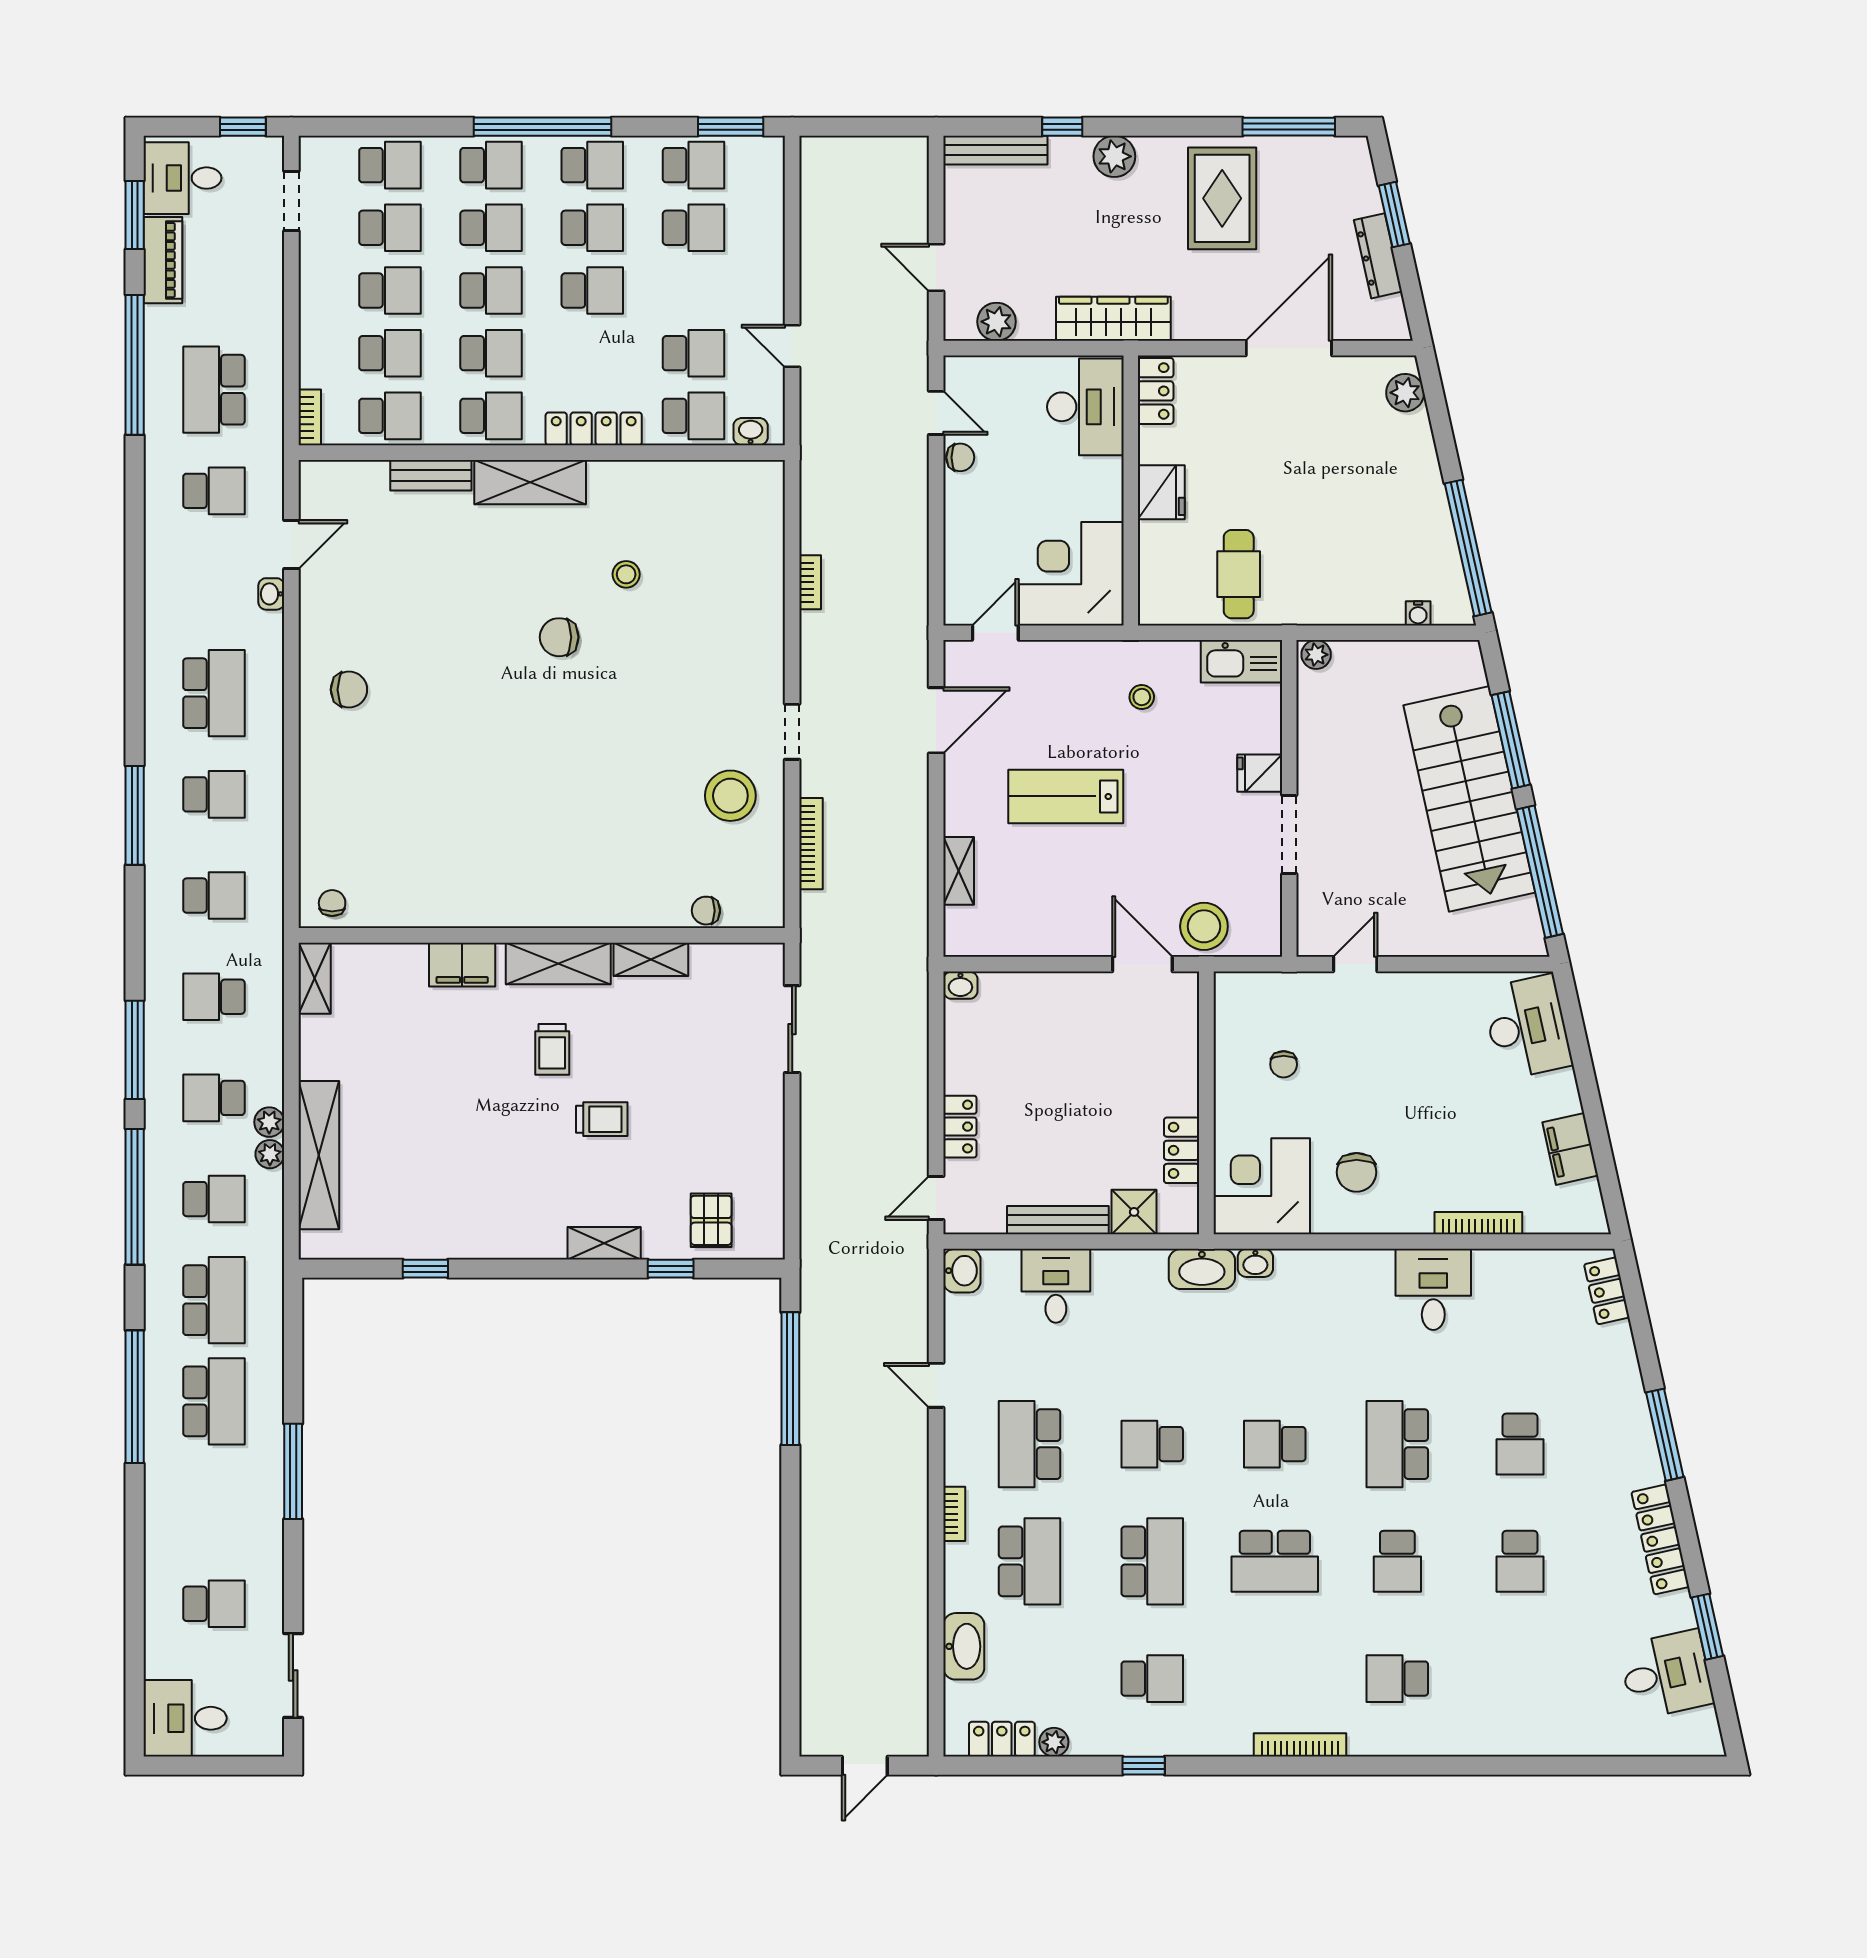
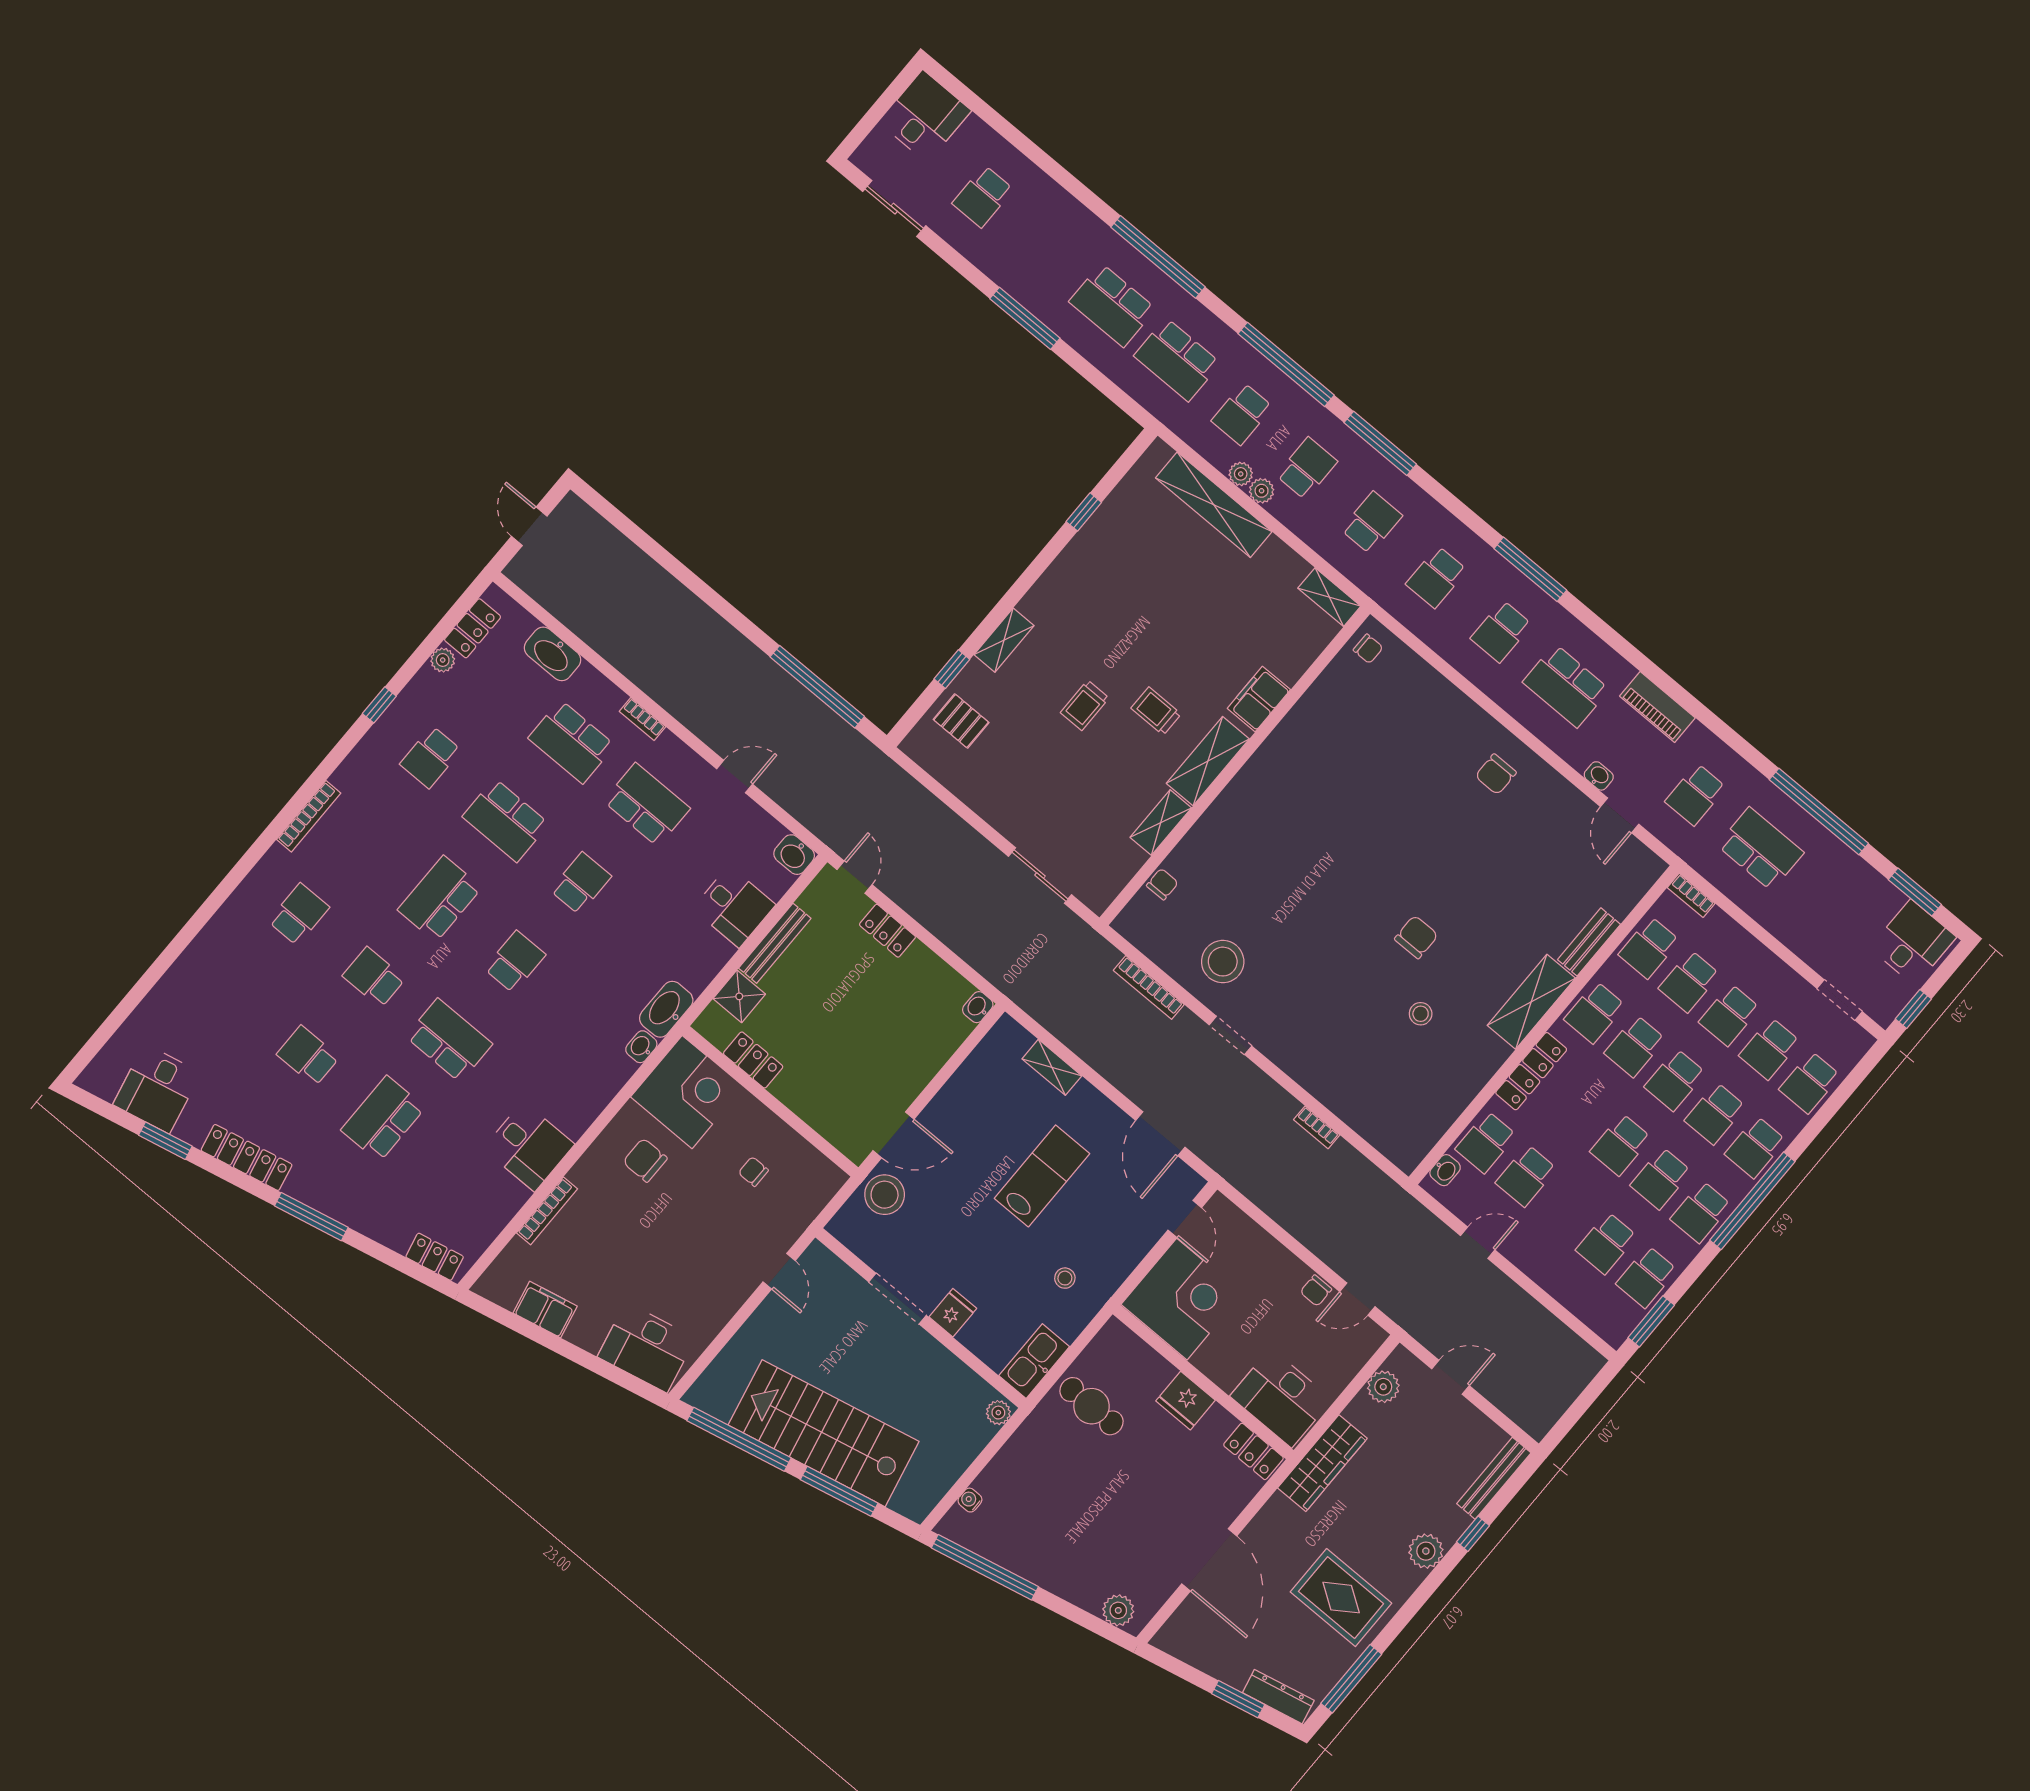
dresser: (1378, 256) -> (1278, 1697), moved
piano: (163, 260) -> (1657, 707), moved
school desk: (1520, 1444) -> (383, 1119), width x1.85

